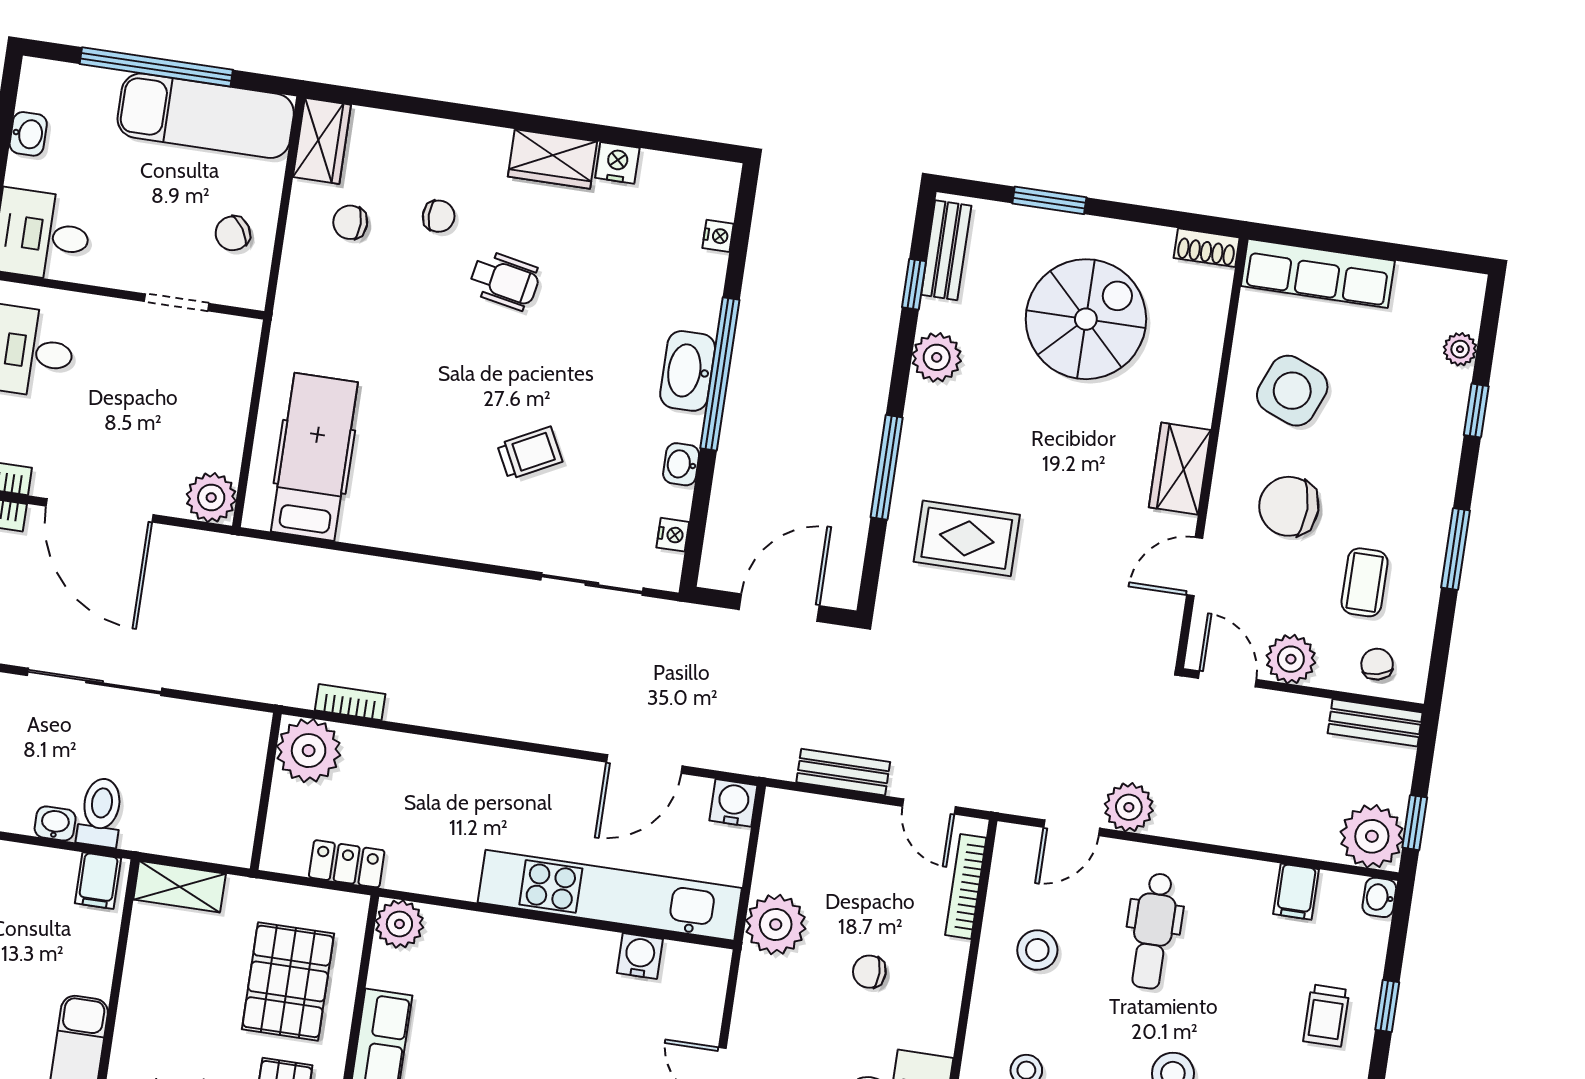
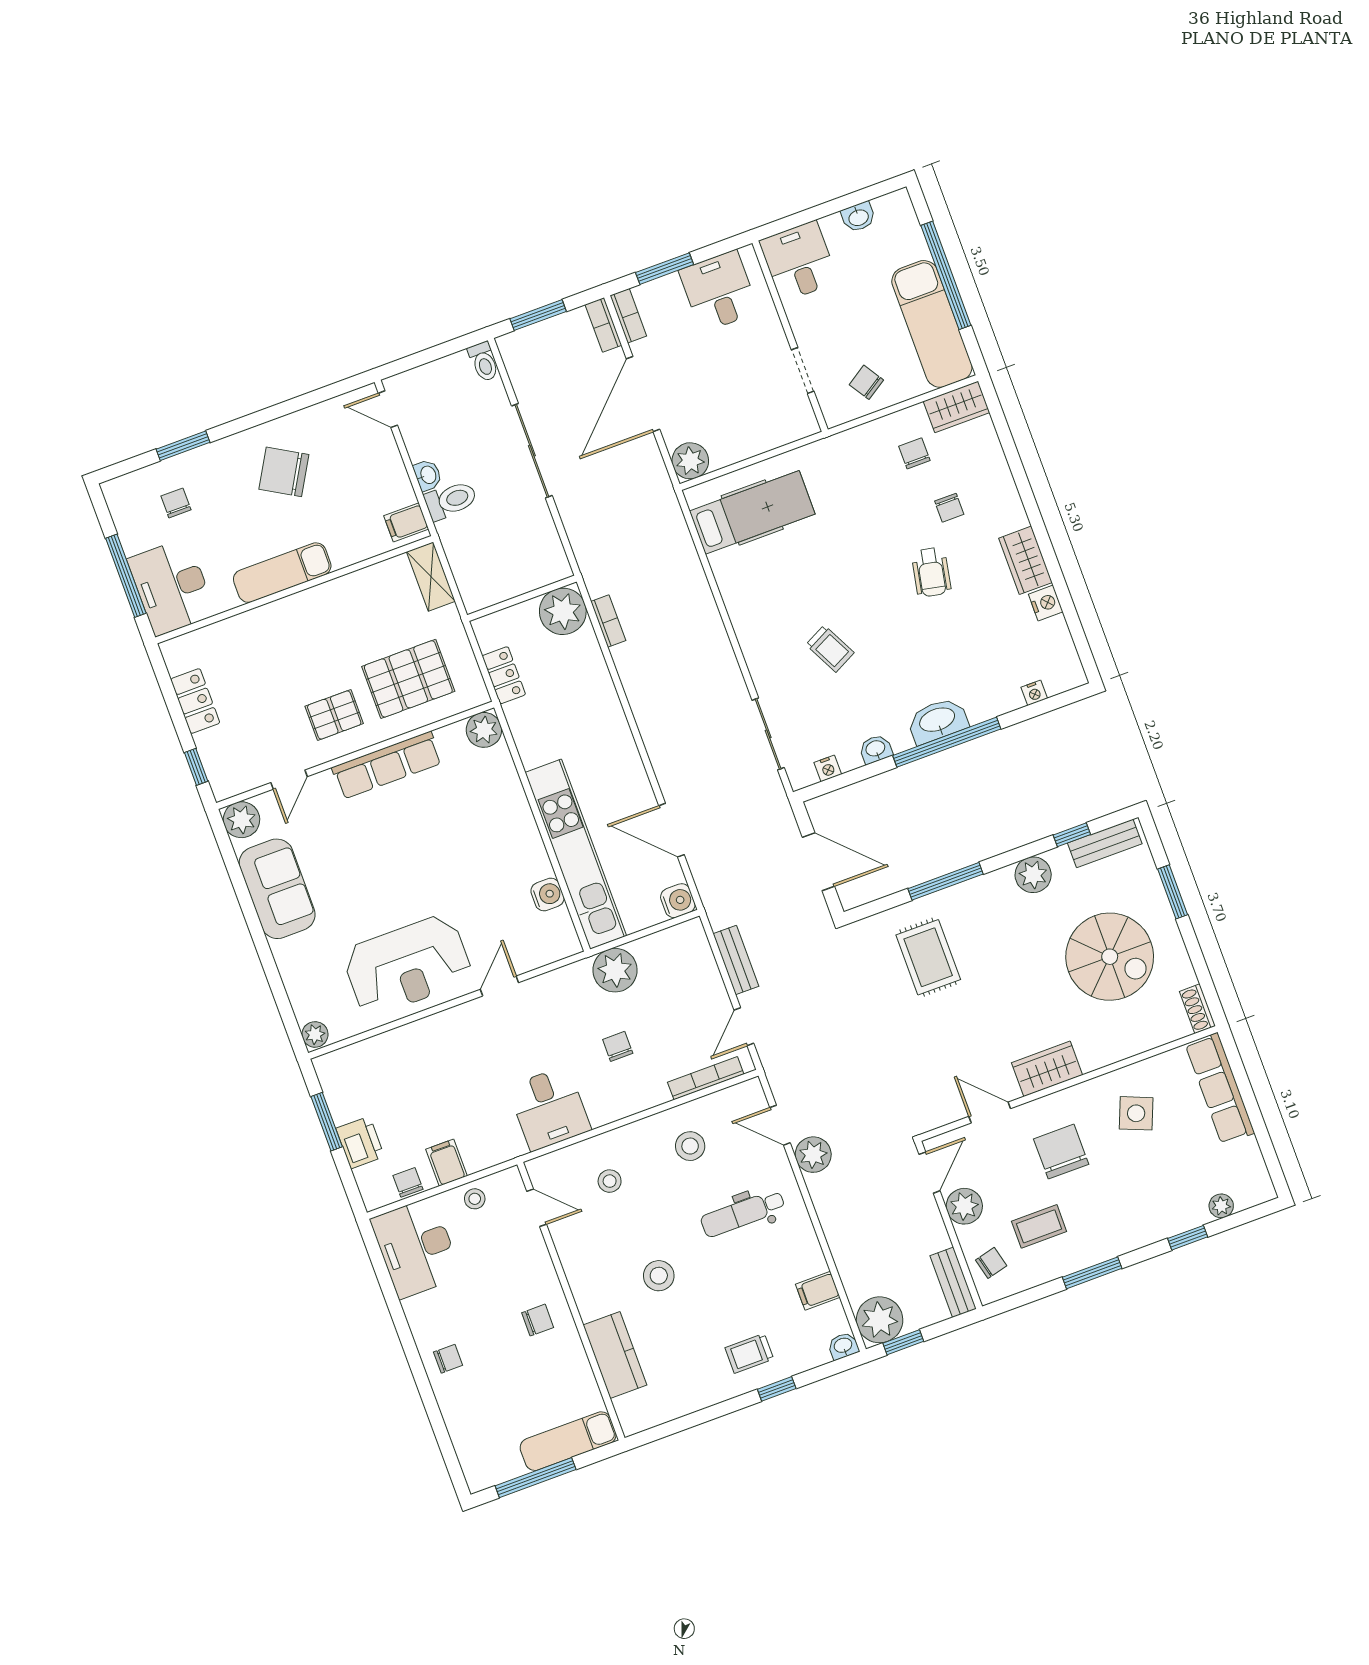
side table: (1292, 391) -> (1136, 1113), width x0.73, depth x0.73

